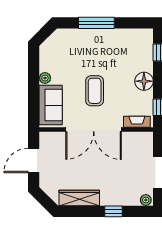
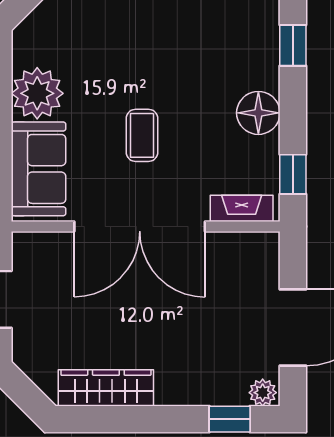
plant: (45, 78) -> (37, 93), width x1.87, depth x1.87
coffee table: (95, 91) -> (142, 135), width x0.73, depth x0.77
window: (113, 211) -> (230, 419), moved

